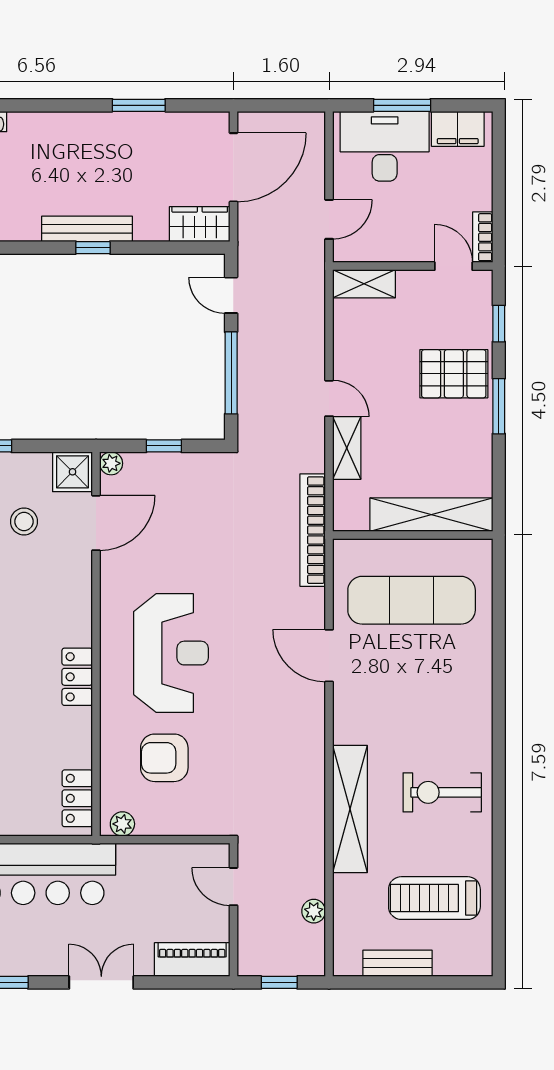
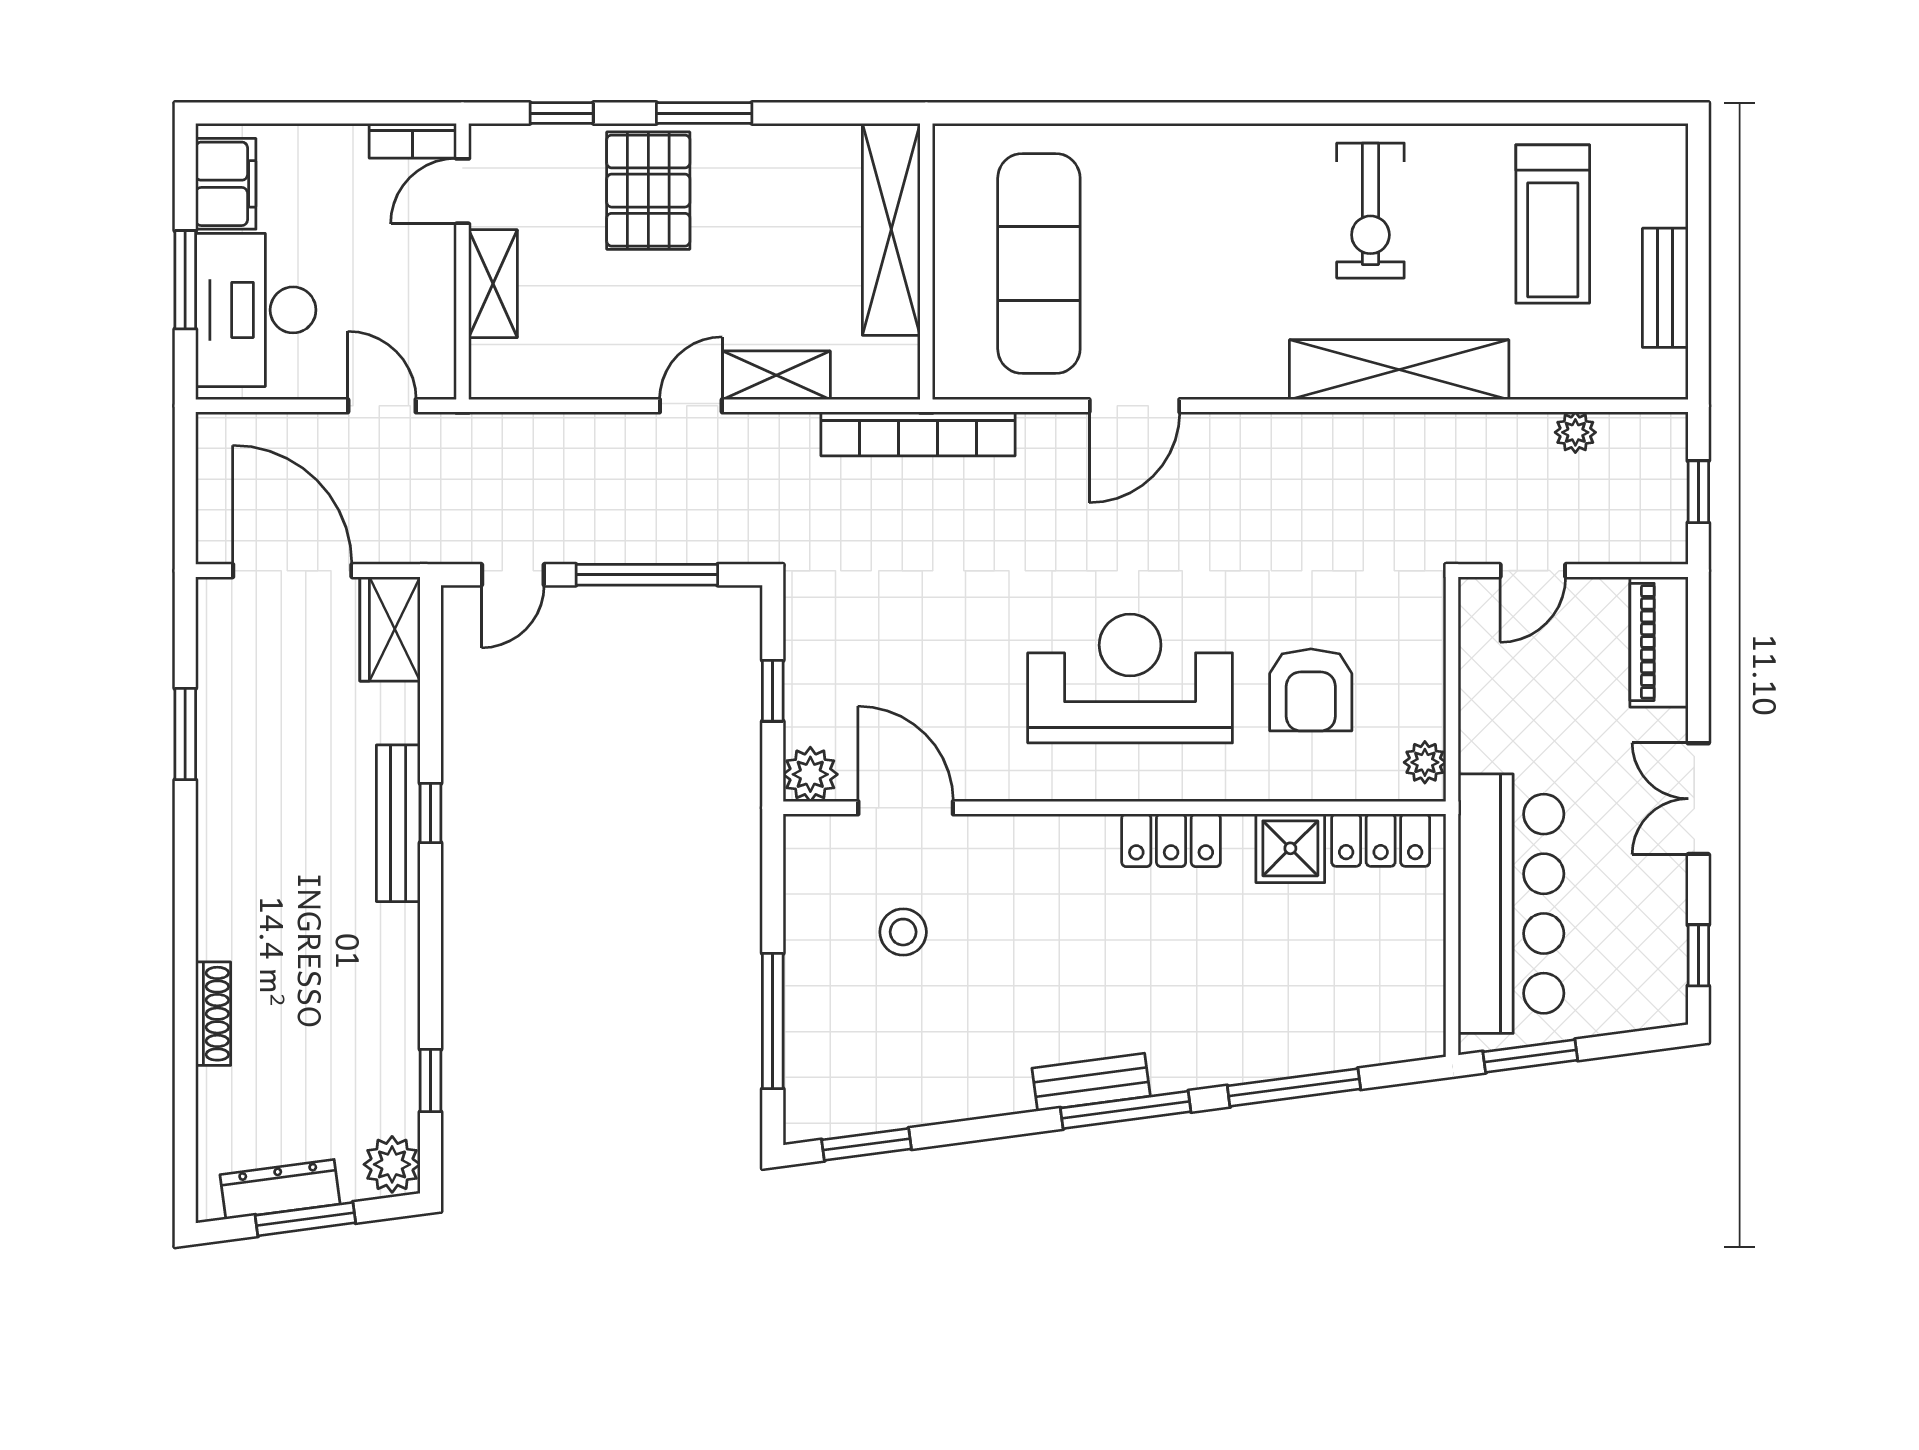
shelving: (364, 284) -> (493, 284), moved
plant: (111, 463) -> (810, 774), width x1.38, depth x1.38
shower: (73, 472) -> (1290, 848), moved

